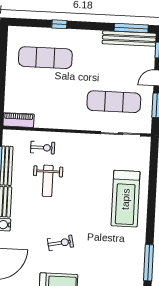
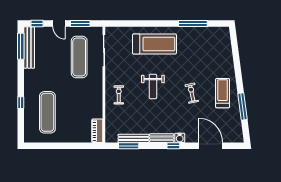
exercise bike: (43, 148) -> (119, 95), moved
weight bench: (48, 181) -> (153, 86), moved, turned 90
window: (149, 263) -> (193, 23), moved

